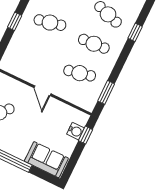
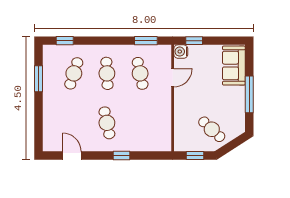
window: (135, 32) -> (65, 41), moved
door: (43, 91) -> (173, 78), moved
water cooler: (75, 131) -> (181, 52), moved, turned -90

